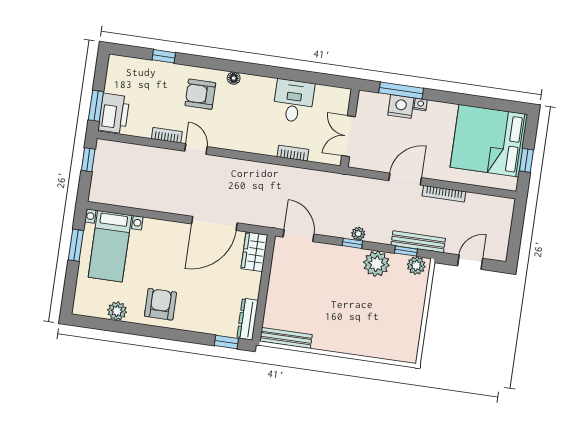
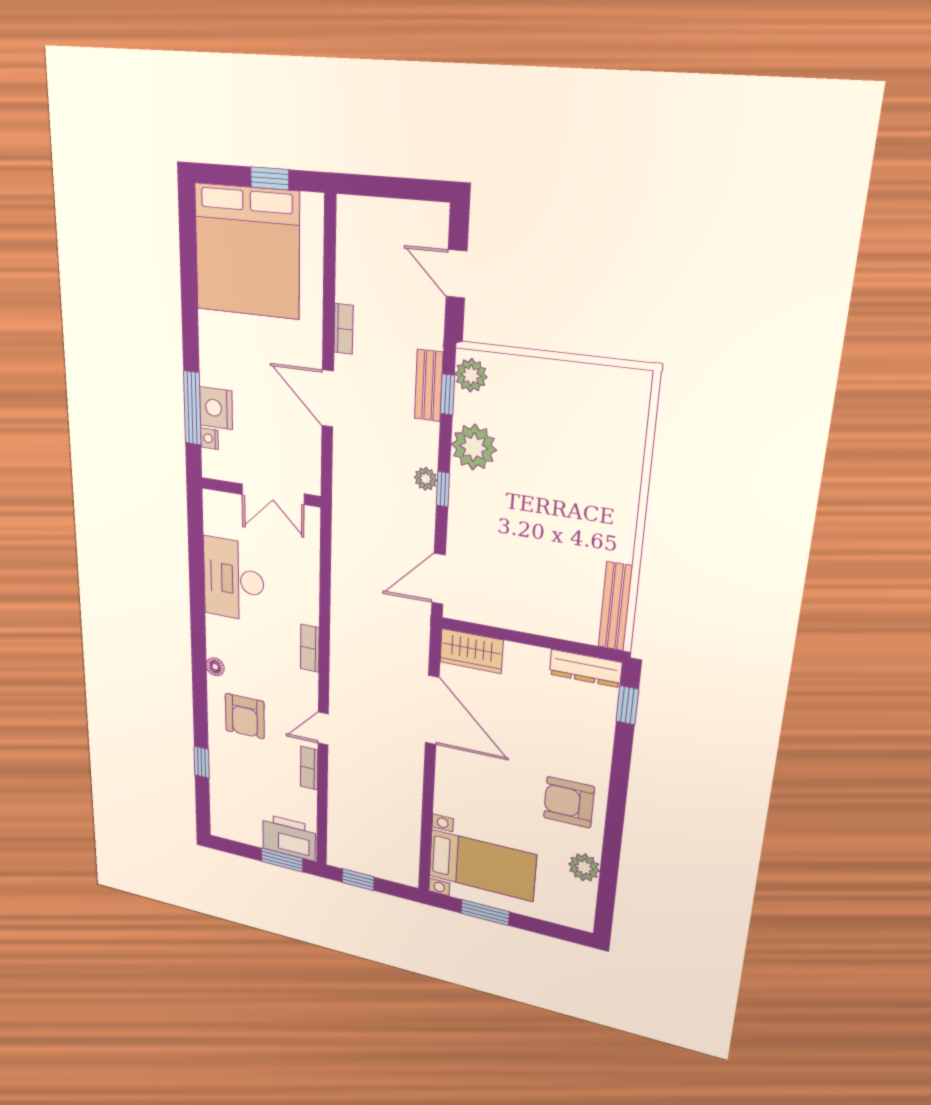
desk: (294, 101) -> (234, 579), width x1.37
nightstand: (421, 104) -> (209, 439), moved
bookcase: (293, 153) -> (310, 648), moved
bookcase: (444, 194) -> (343, 329), width x0.64
bench: (418, 242) -> (429, 386), width x0.73

